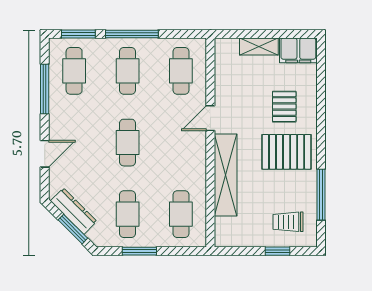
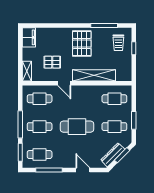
shelving: (259, 47) -> (27, 71), moved
pallet: (284, 107) -> (52, 62), moved
cafe table: (128, 143) -> (77, 127), width x1.37, depth x1.35

